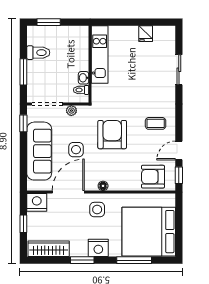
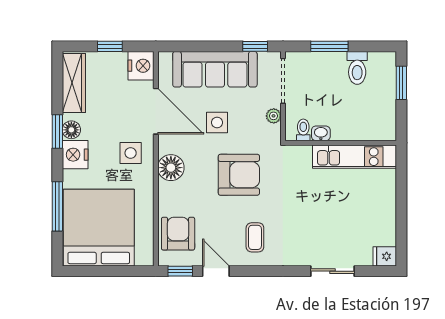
fridge: (146, 34) -> (385, 256), moved
floor lamp: (103, 186) -> (171, 168), width x1.89, depth x1.89
floor lamp: (81, 250) -> (71, 130), added

